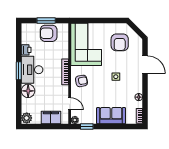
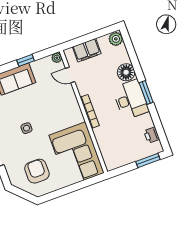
window: (46, 21) -> (148, 160), moved
armchair: (49, 33) -> (127, 151), removed
printer: (26, 50) -> (152, 135), moved
armchair: (81, 81) -> (66, 108), removed
window: (87, 126) -> (26, 60), moved

